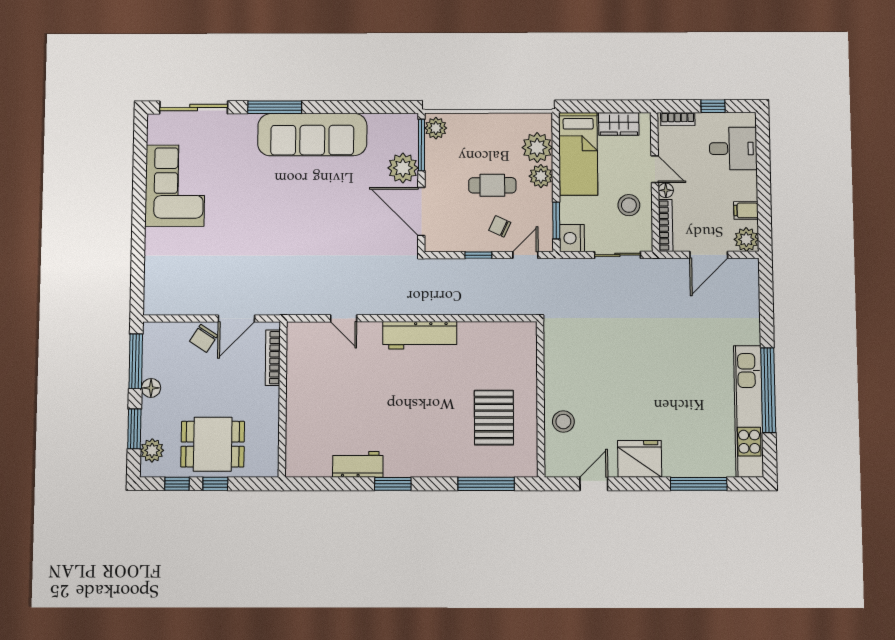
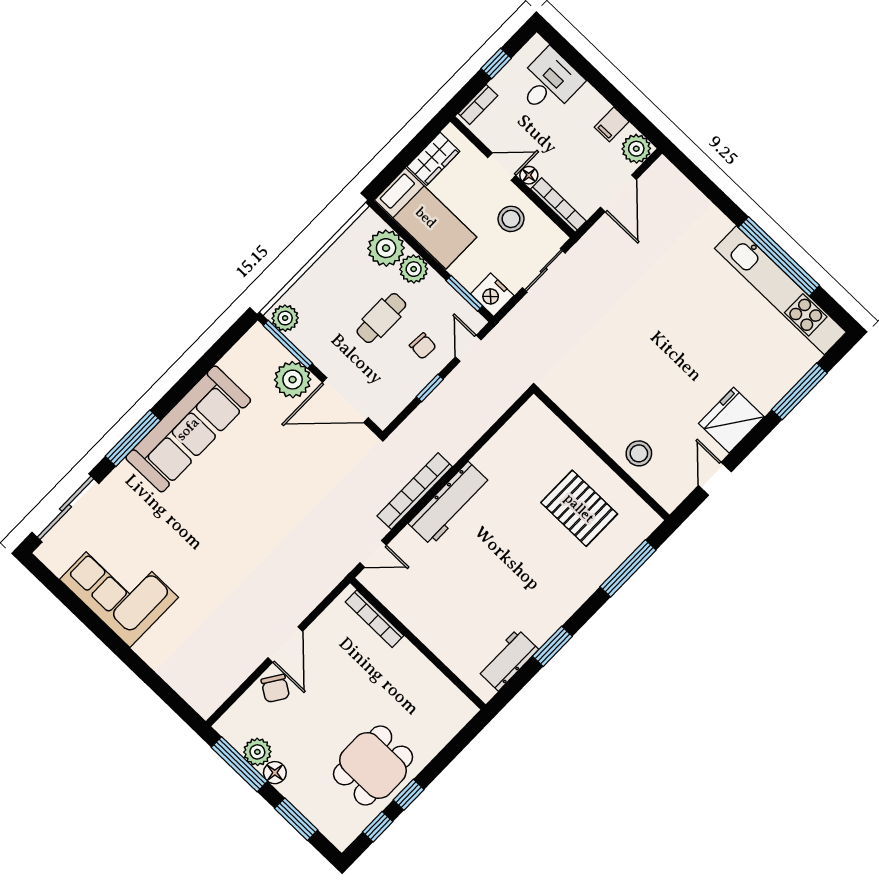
chair: (500, 226) -> (423, 346), turned -111
bookcase: (407, 307) -> (415, 491), added
bookcase: (273, 358) -> (375, 619), moved
wall: (283, 399) -> (418, 644), moved
plant: (152, 450) -> (257, 752), moved

